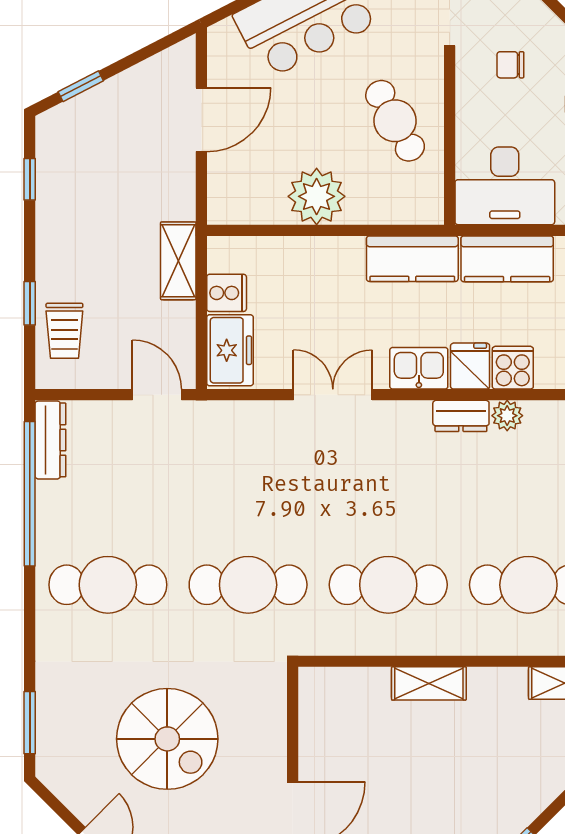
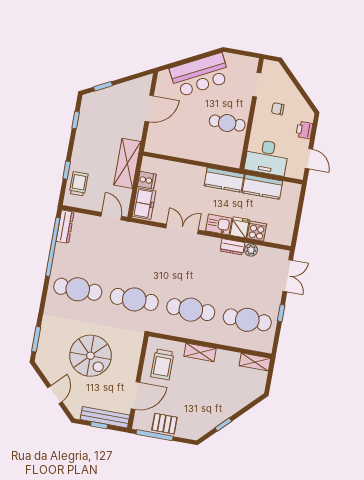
cafe table: (395, 121) -> (227, 123), turned -61
plant: (317, 196) -> (190, 148), removed
shelving: (178, 261) -> (127, 163), width x1.50, depth x1.33
trolley: (64, 331) -> (79, 184), turned 180
trolley: (344, 729) -> (162, 364), added

